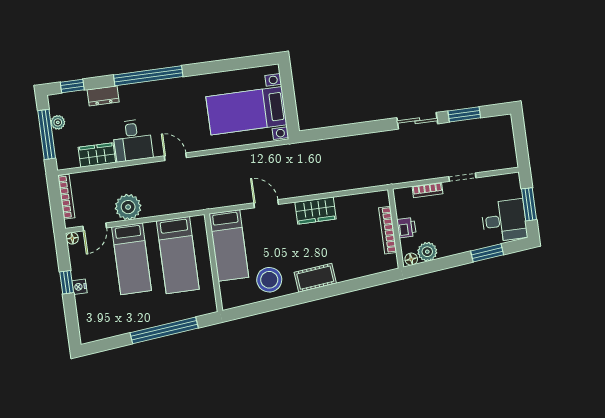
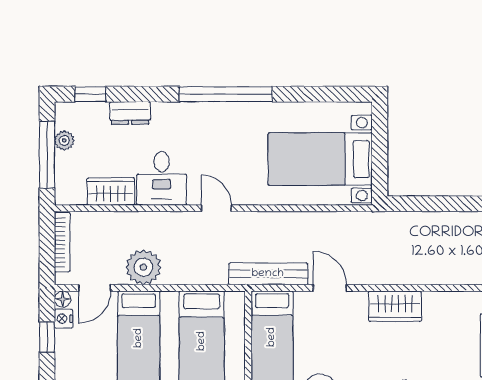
window: (148, 76) -> (226, 94), moved
bench: (220, 200) -> (268, 274), added
window: (67, 282) -> (47, 337), moved
nightstand: (80, 287) -> (64, 319), moved

